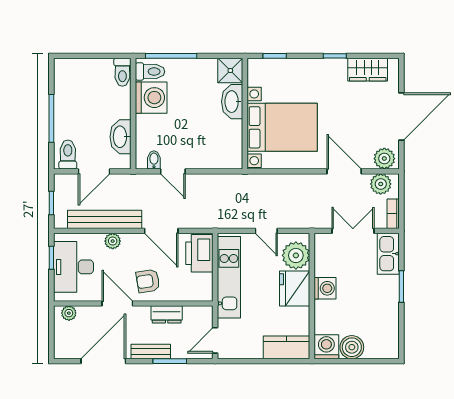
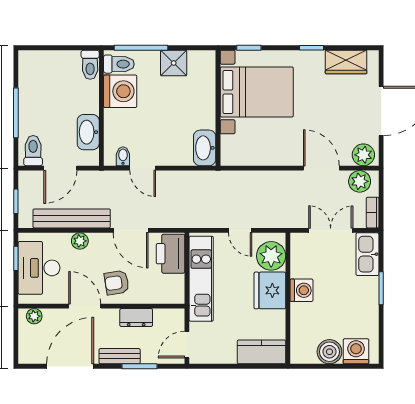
shower: (230, 71) -> (174, 63), moved
washbasin: (232, 102) -> (205, 148), moved
bed with nightstands: (282, 127) -> (257, 92), moved
washing machine: (326, 347) -> (356, 351), moved

